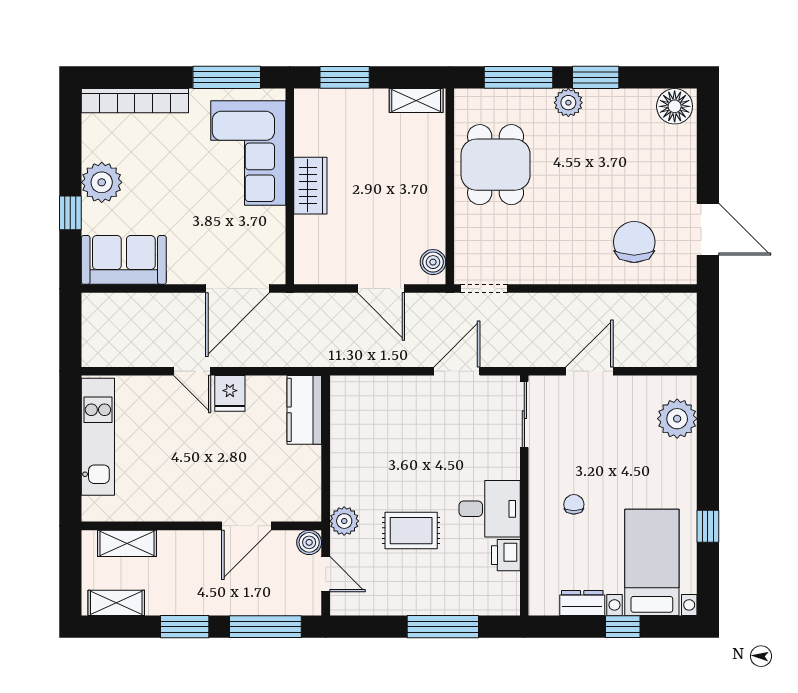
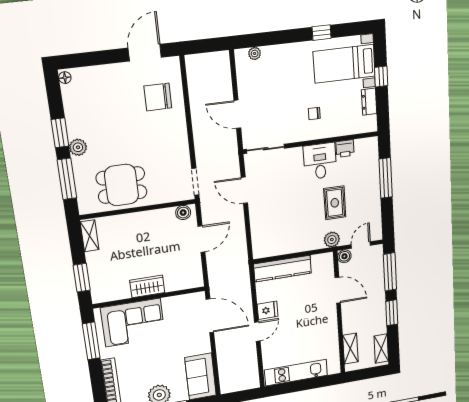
floor lamp: (675, 106) -> (65, 78), width x0.53, depth x0.53
kitchen counter: (304, 410) -> (283, 269), width x1.50
plant: (677, 419) -> (255, 53), width x0.53, depth x0.53

